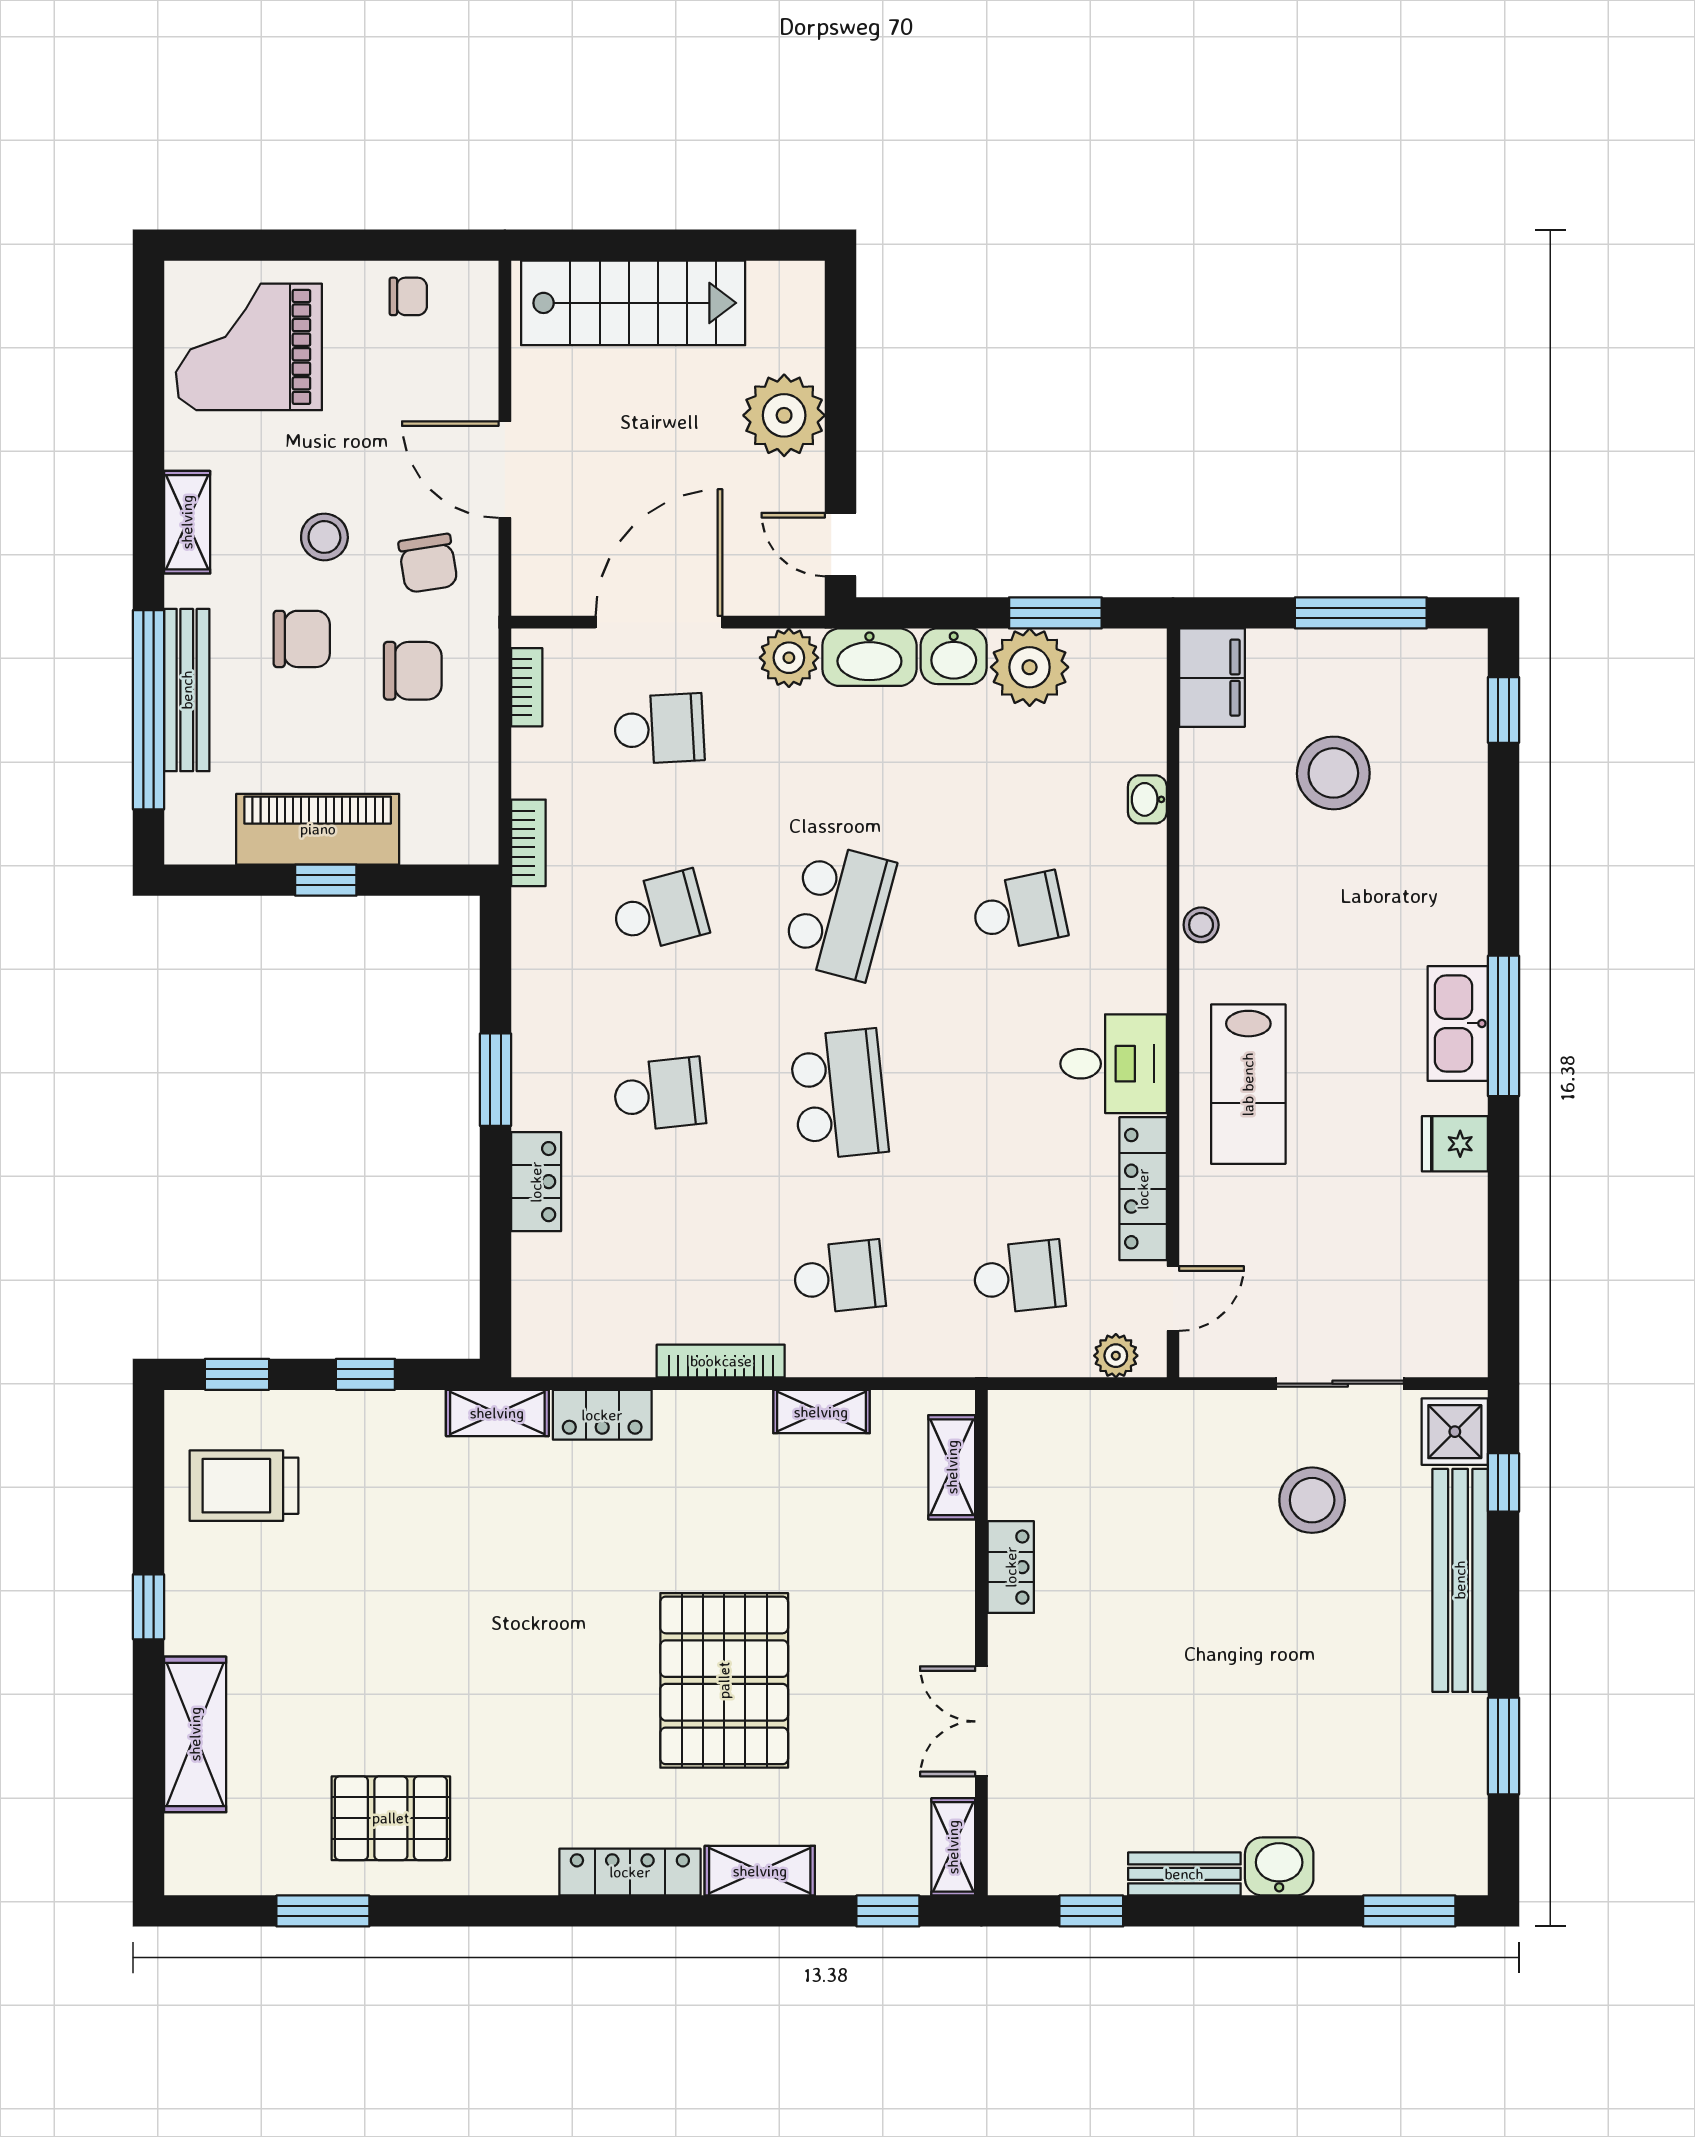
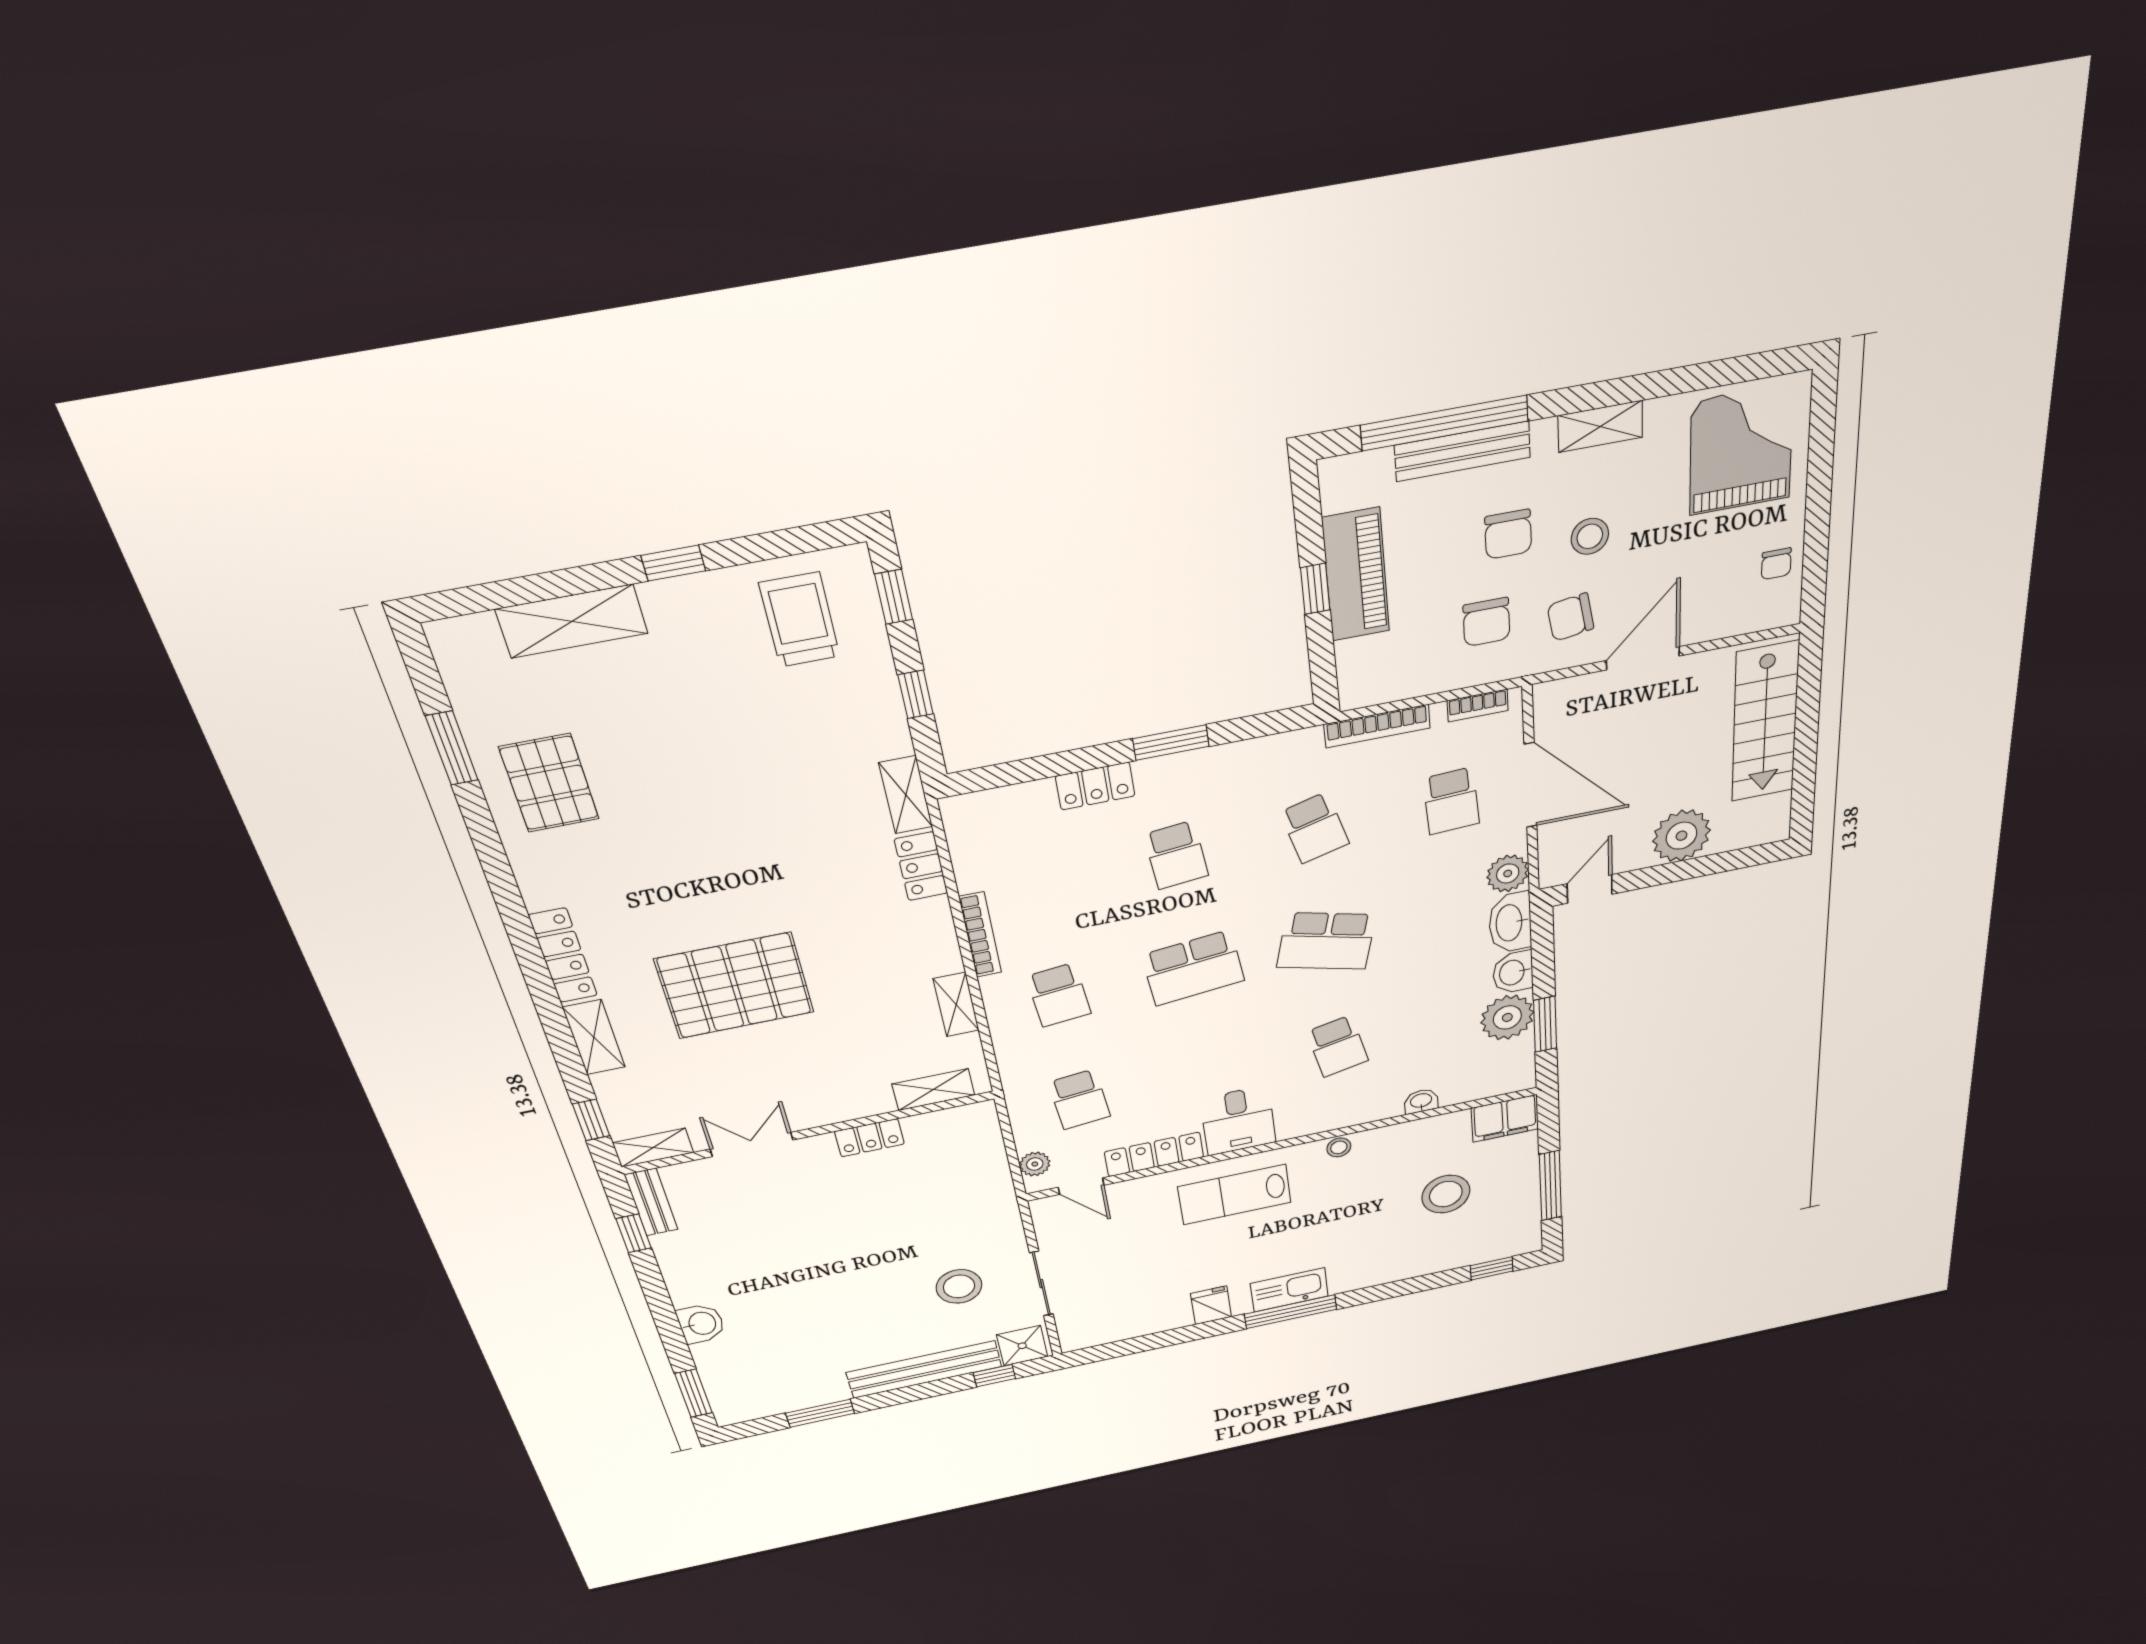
bookcase: (528, 843) -> (1377, 726), width x1.56
bench: (1184, 1874) -> (651, 1202), moved

